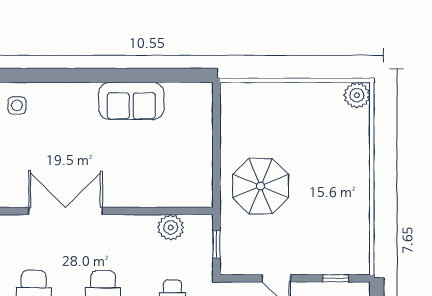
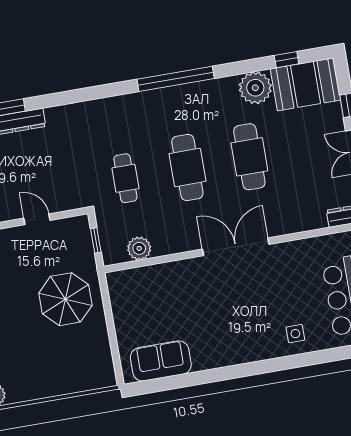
sofa: (131, 101) -> (161, 361), moved
double door: (65, 211) -> (236, 247), swing flipped

